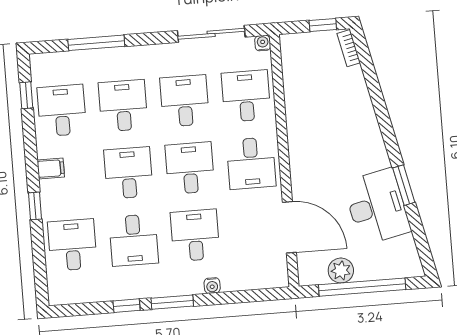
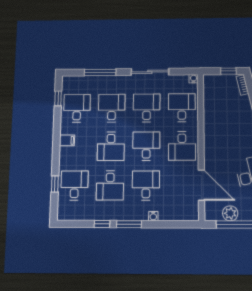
sliding door: (211, 34) -> (150, 72), moved
desk: (128, 173) -> (111, 146), turned 180
window: (35, 206) -> (55, 184), moved

